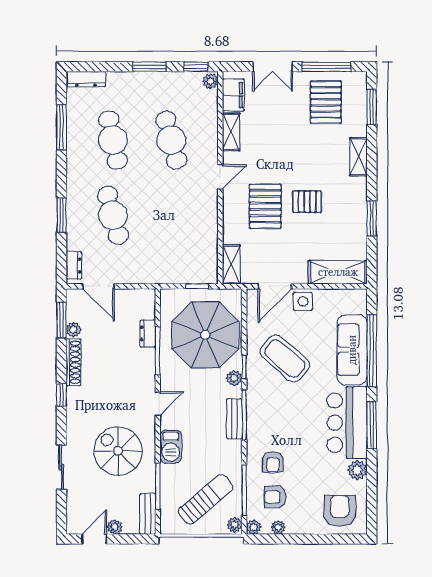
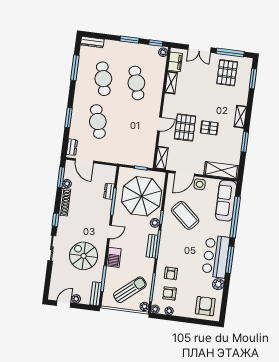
shelving: (358, 157) -> (240, 117), moved
door: (220, 177) -> (160, 124), moved
sofa: (352, 350) -> (226, 201), moved
sliding door: (61, 467) -> (52, 248), moved

